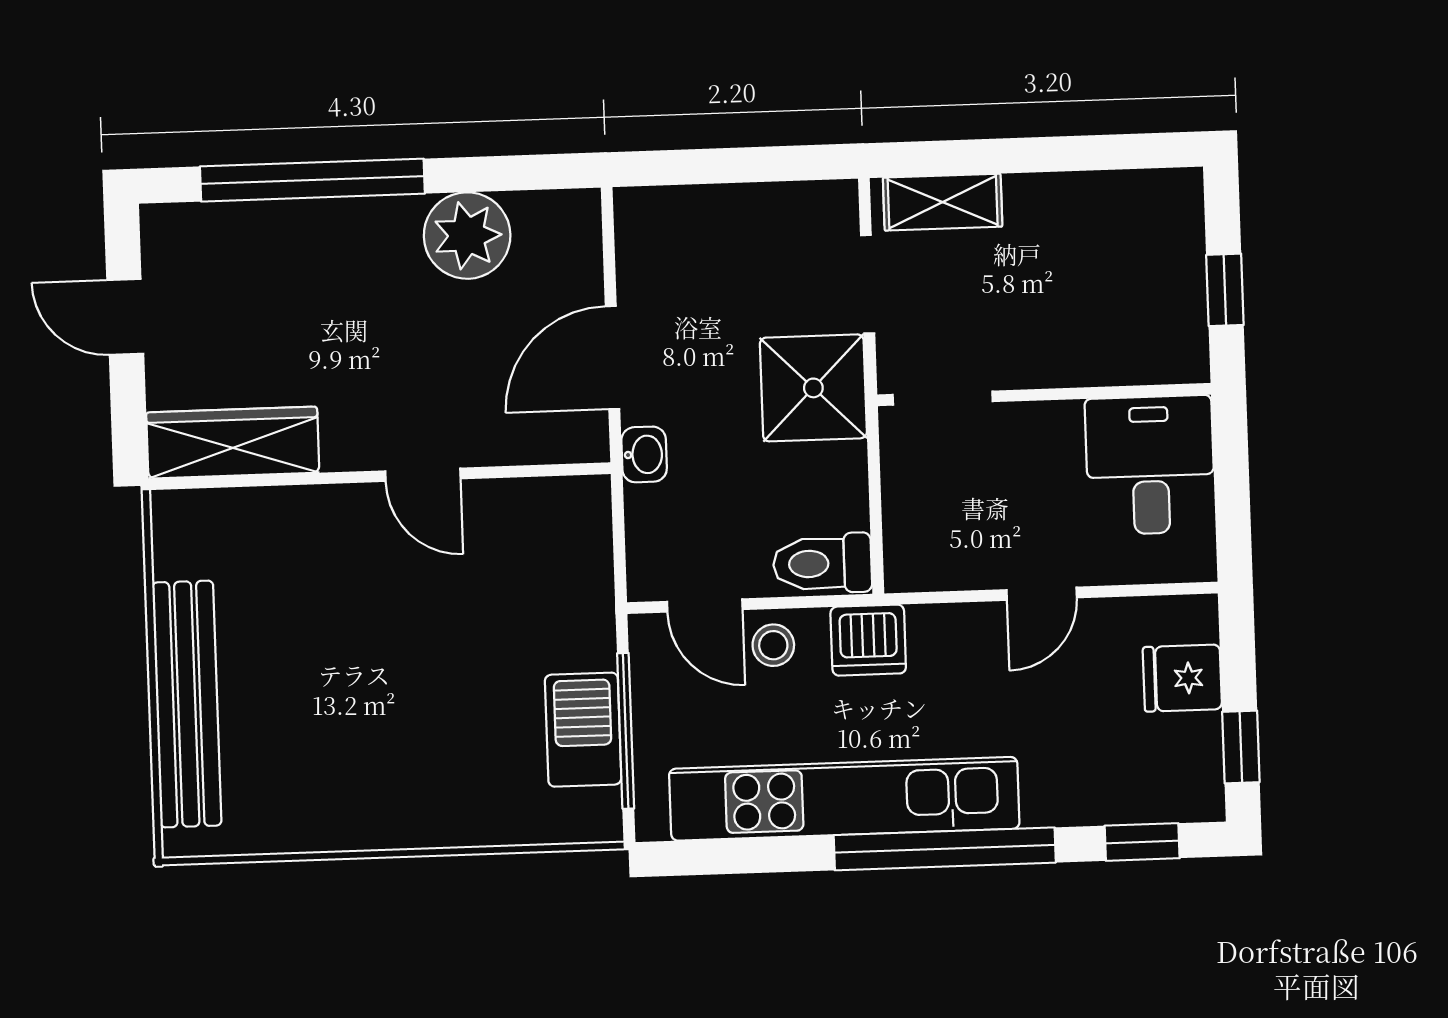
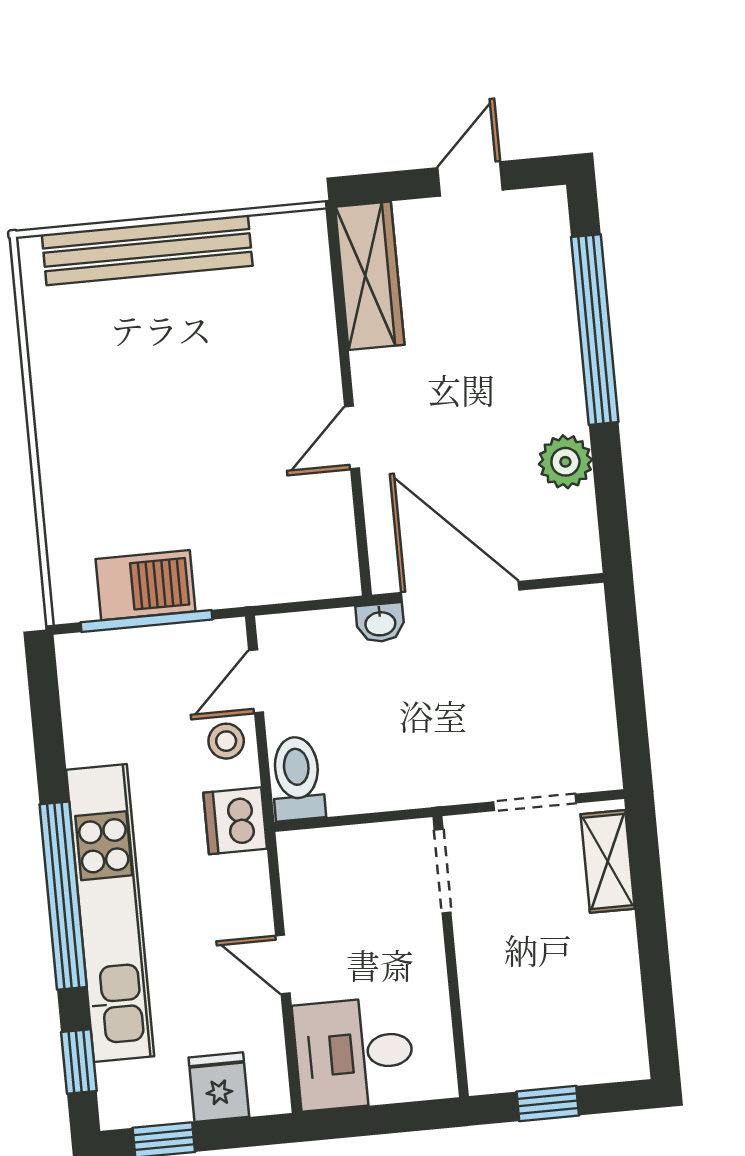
plant: (467, 236) -> (565, 462), width x0.73, depth x0.73
door: (613, 358) -> (460, 591), width x1.36
shower: (813, 388) -> (445, 762), removed
desk: (1150, 465) -> (354, 1053), moved, turned 180
kitchen unit: (844, 799) -> (110, 913), moved

